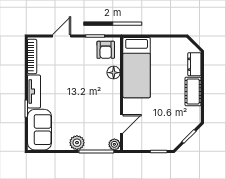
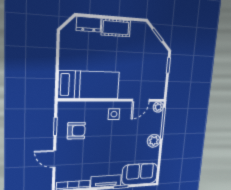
armchair: (106, 50) -> (76, 131), moved
floor lamp: (114, 73) -> (93, 108), removed
side table: (107, 95) -> (114, 114), added
door: (122, 124) -> (141, 100), swing flipped

